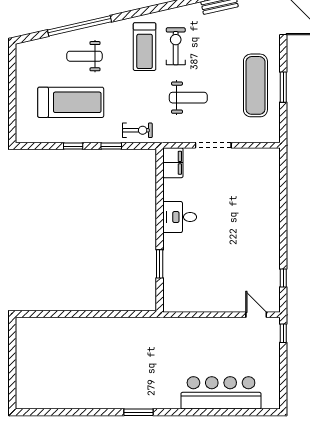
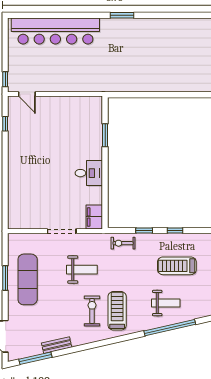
exercise bike: (176, 46) -> (92, 311), turned 180
weight bench: (188, 98) -> (82, 270), turned 180
treadmill: (71, 102) -> (177, 266), width x0.73, depth x0.73
bar counter: (221, 393) -> (55, 31), width x1.36

